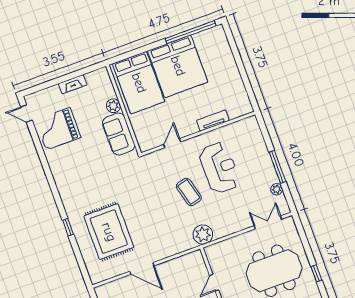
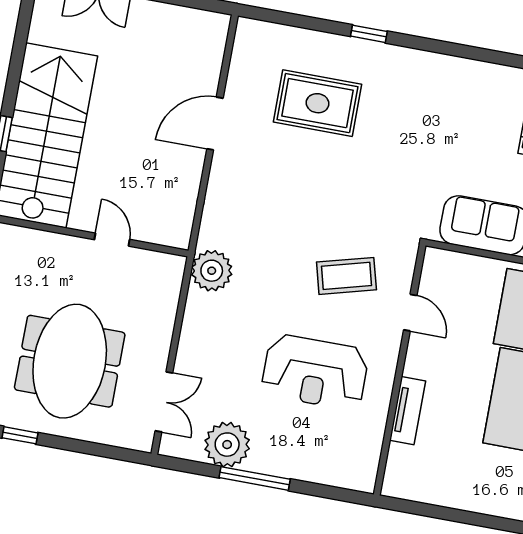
plant: (277, 189) -> (227, 445), width x1.87, depth x1.87
coffee table: (189, 192) -> (346, 276), moved
rug: (109, 232) -> (317, 103), width x0.73, depth x0.69

